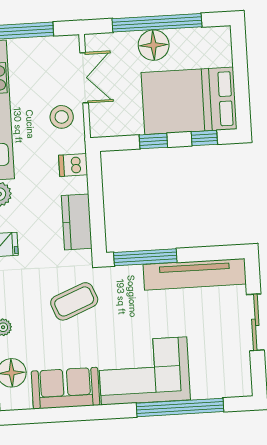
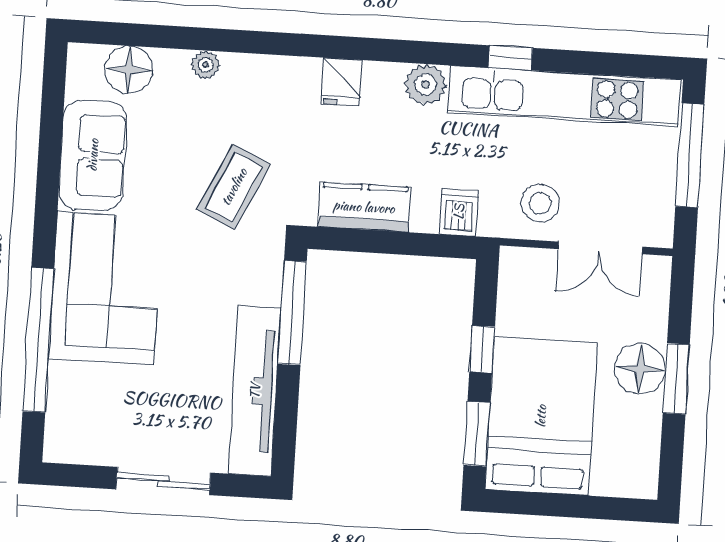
window: (157, 23) -> (676, 379), width x0.47
window: (204, 138) -> (477, 434), width x1.50
coffee table: (74, 301) -> (234, 187), turned 47

